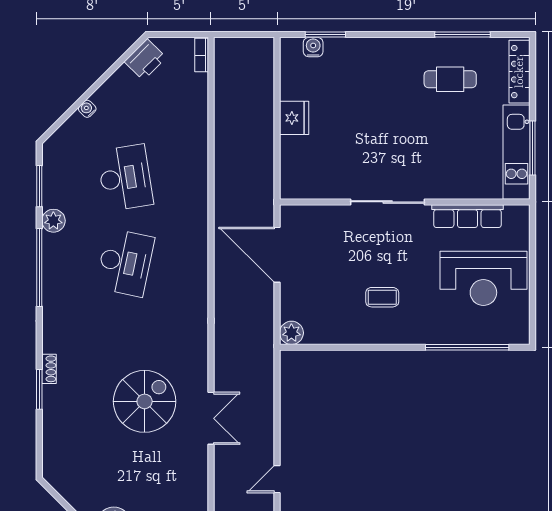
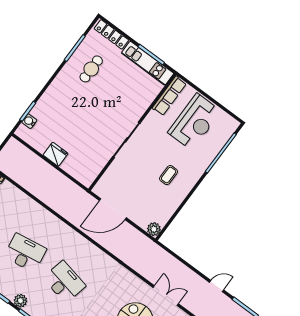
row of seats: (467, 216) -> (169, 96), moved
door: (277, 479) -> (216, 286), swing flipped

